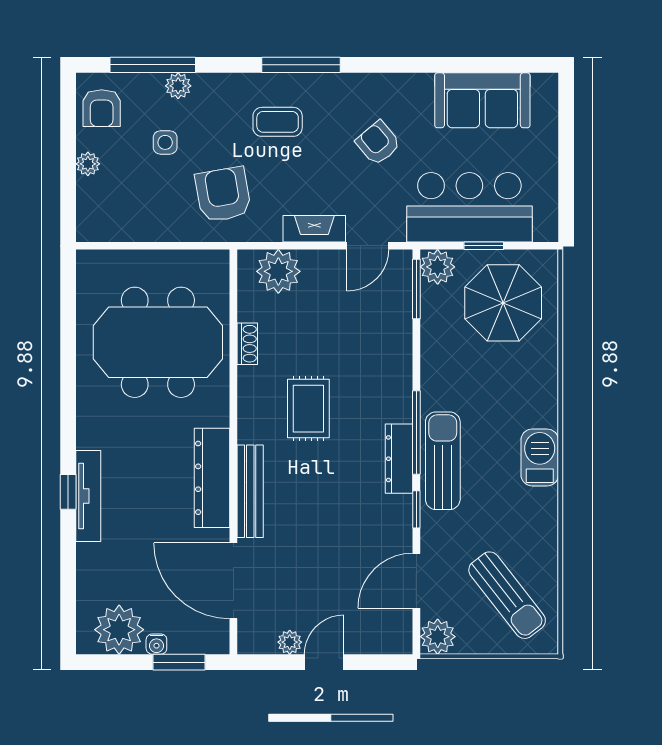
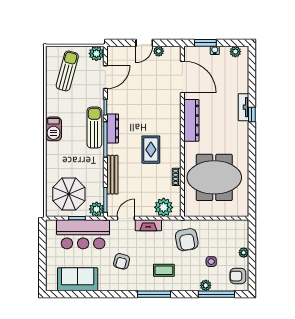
armchair: (102, 108) -> (238, 276), turned -90
armchair: (378, 143) -> (122, 261), turned 55
sun lounger: (443, 461) -> (94, 128), turned 180
bench: (250, 491) -> (112, 175), moved
tv unit: (88, 496) -> (244, 107), width x0.71
sun lounger: (507, 595) -> (67, 71), turned 53
plant: (119, 630) -> (235, 52), width x0.53, depth x0.53

